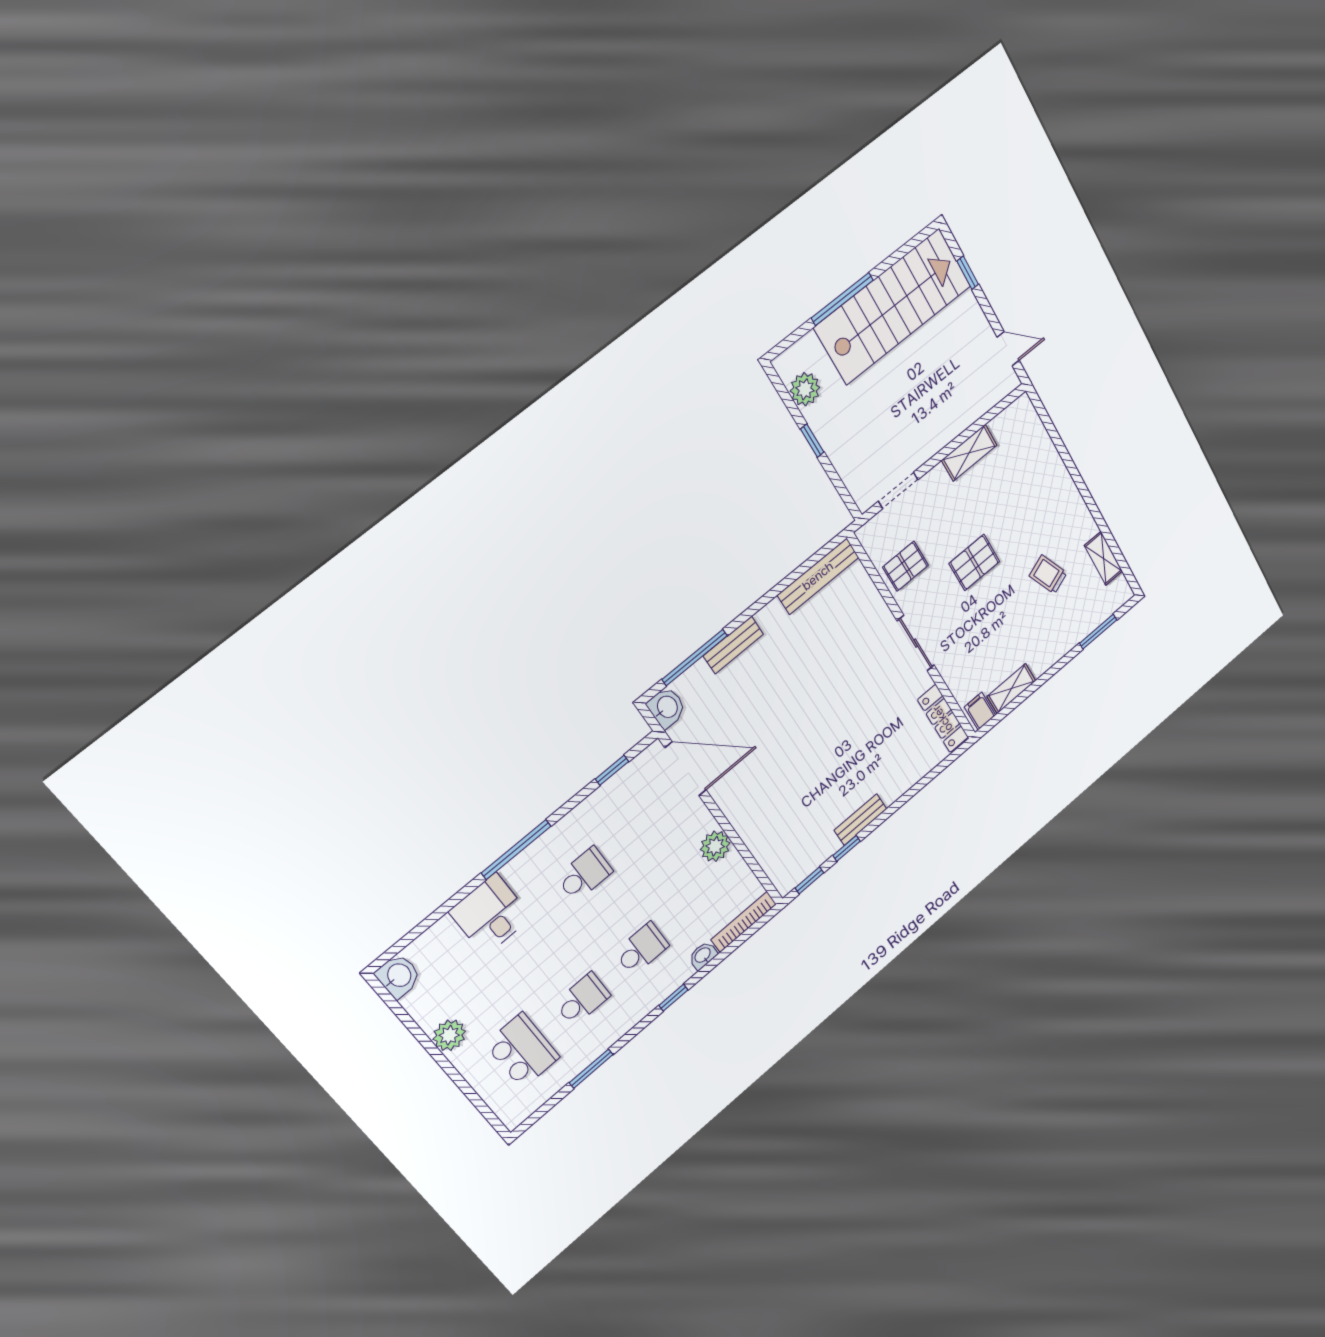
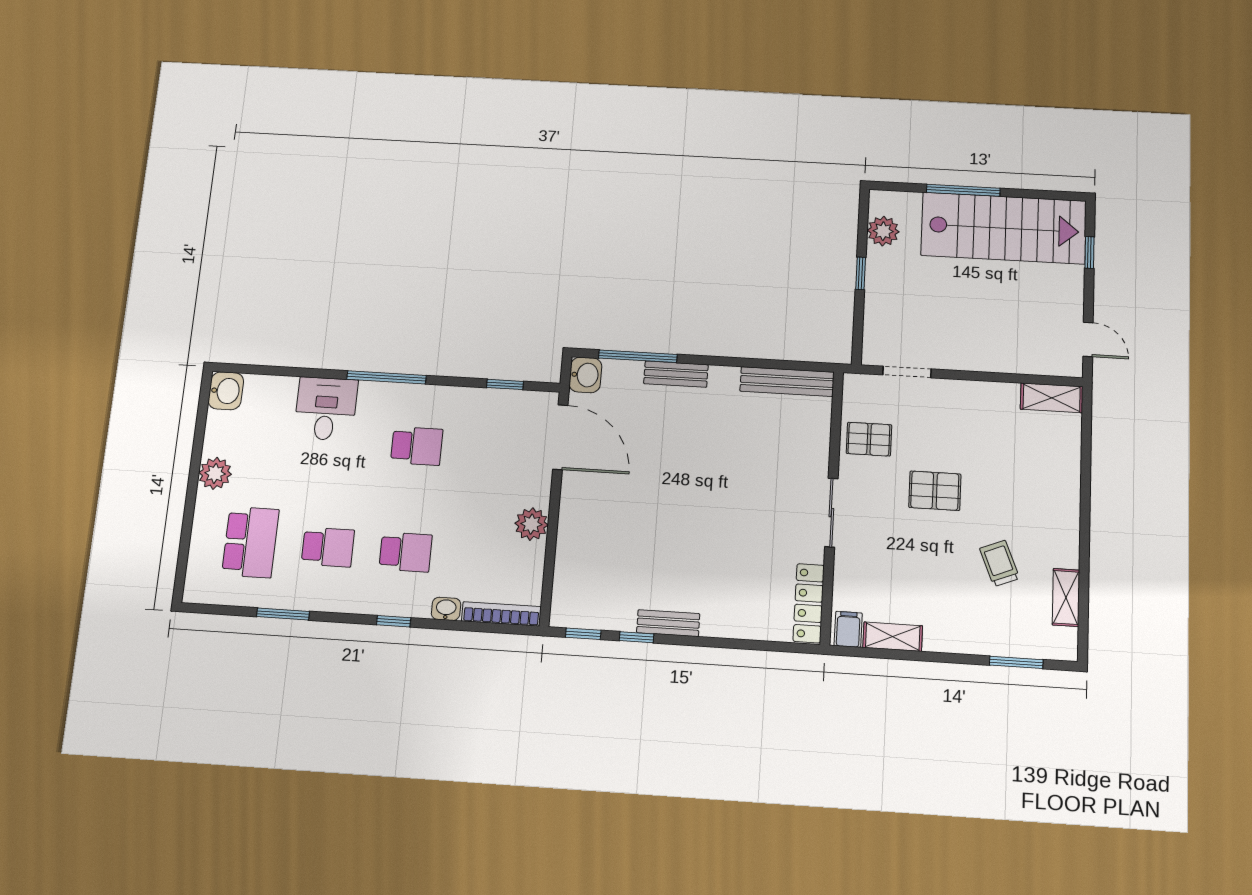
shelving: (969, 453) -> (1052, 398), moved

